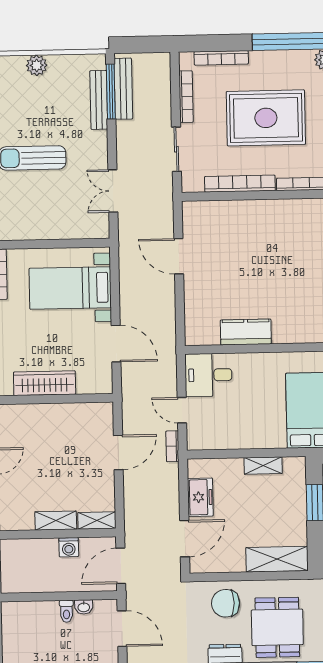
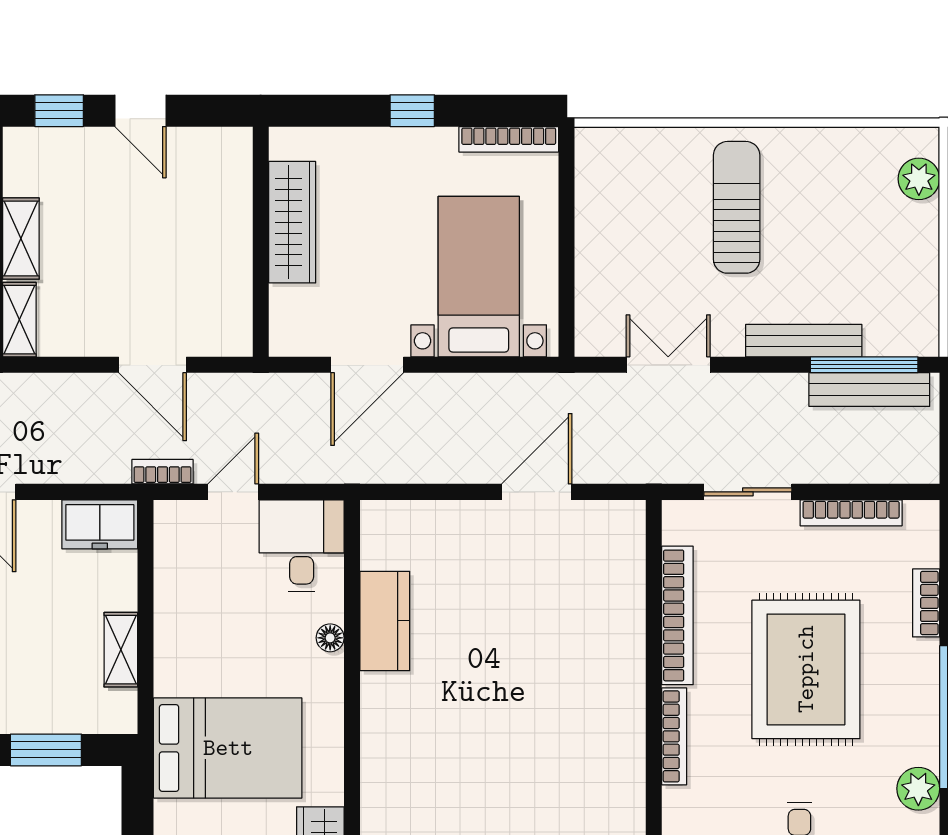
bookcase: (221, 58) -> (926, 603), width x0.64
plant: (37, 65) -> (919, 179), moved
bench: (99, 100) -> (804, 341), moved
floor lamp: (255, 360) -> (330, 638), added
freezer: (200, 497) -> (100, 524), moved

